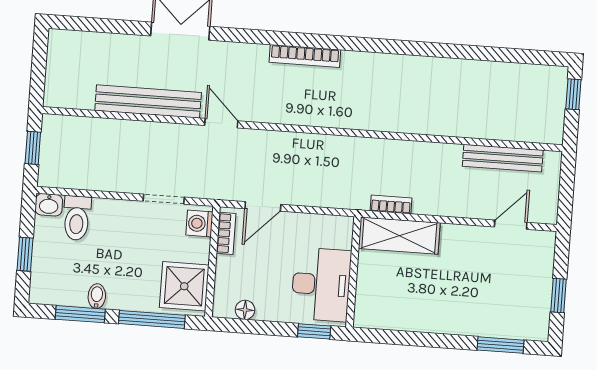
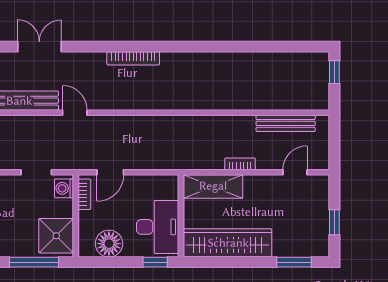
bookcase: (391, 204) -> (240, 164), moved
floor lamp: (245, 310) -> (109, 244), width x1.89, depth x1.89
wardrobe: (413, 313) -> (228, 243), added

